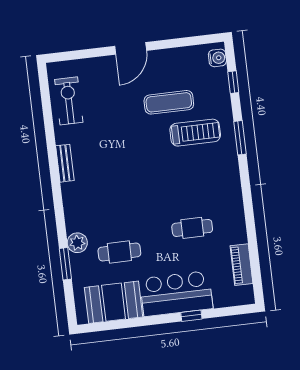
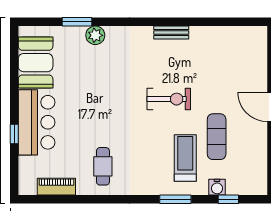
water cooler: (217, 58) -> (217, 187), moved
exercise bike: (69, 101) -> (169, 99), moved
treadmill: (195, 133) -> (185, 158), turned 180
cafe table: (192, 228) -> (103, 166), moved
cafe table: (119, 252) -> (82, 74), removed

